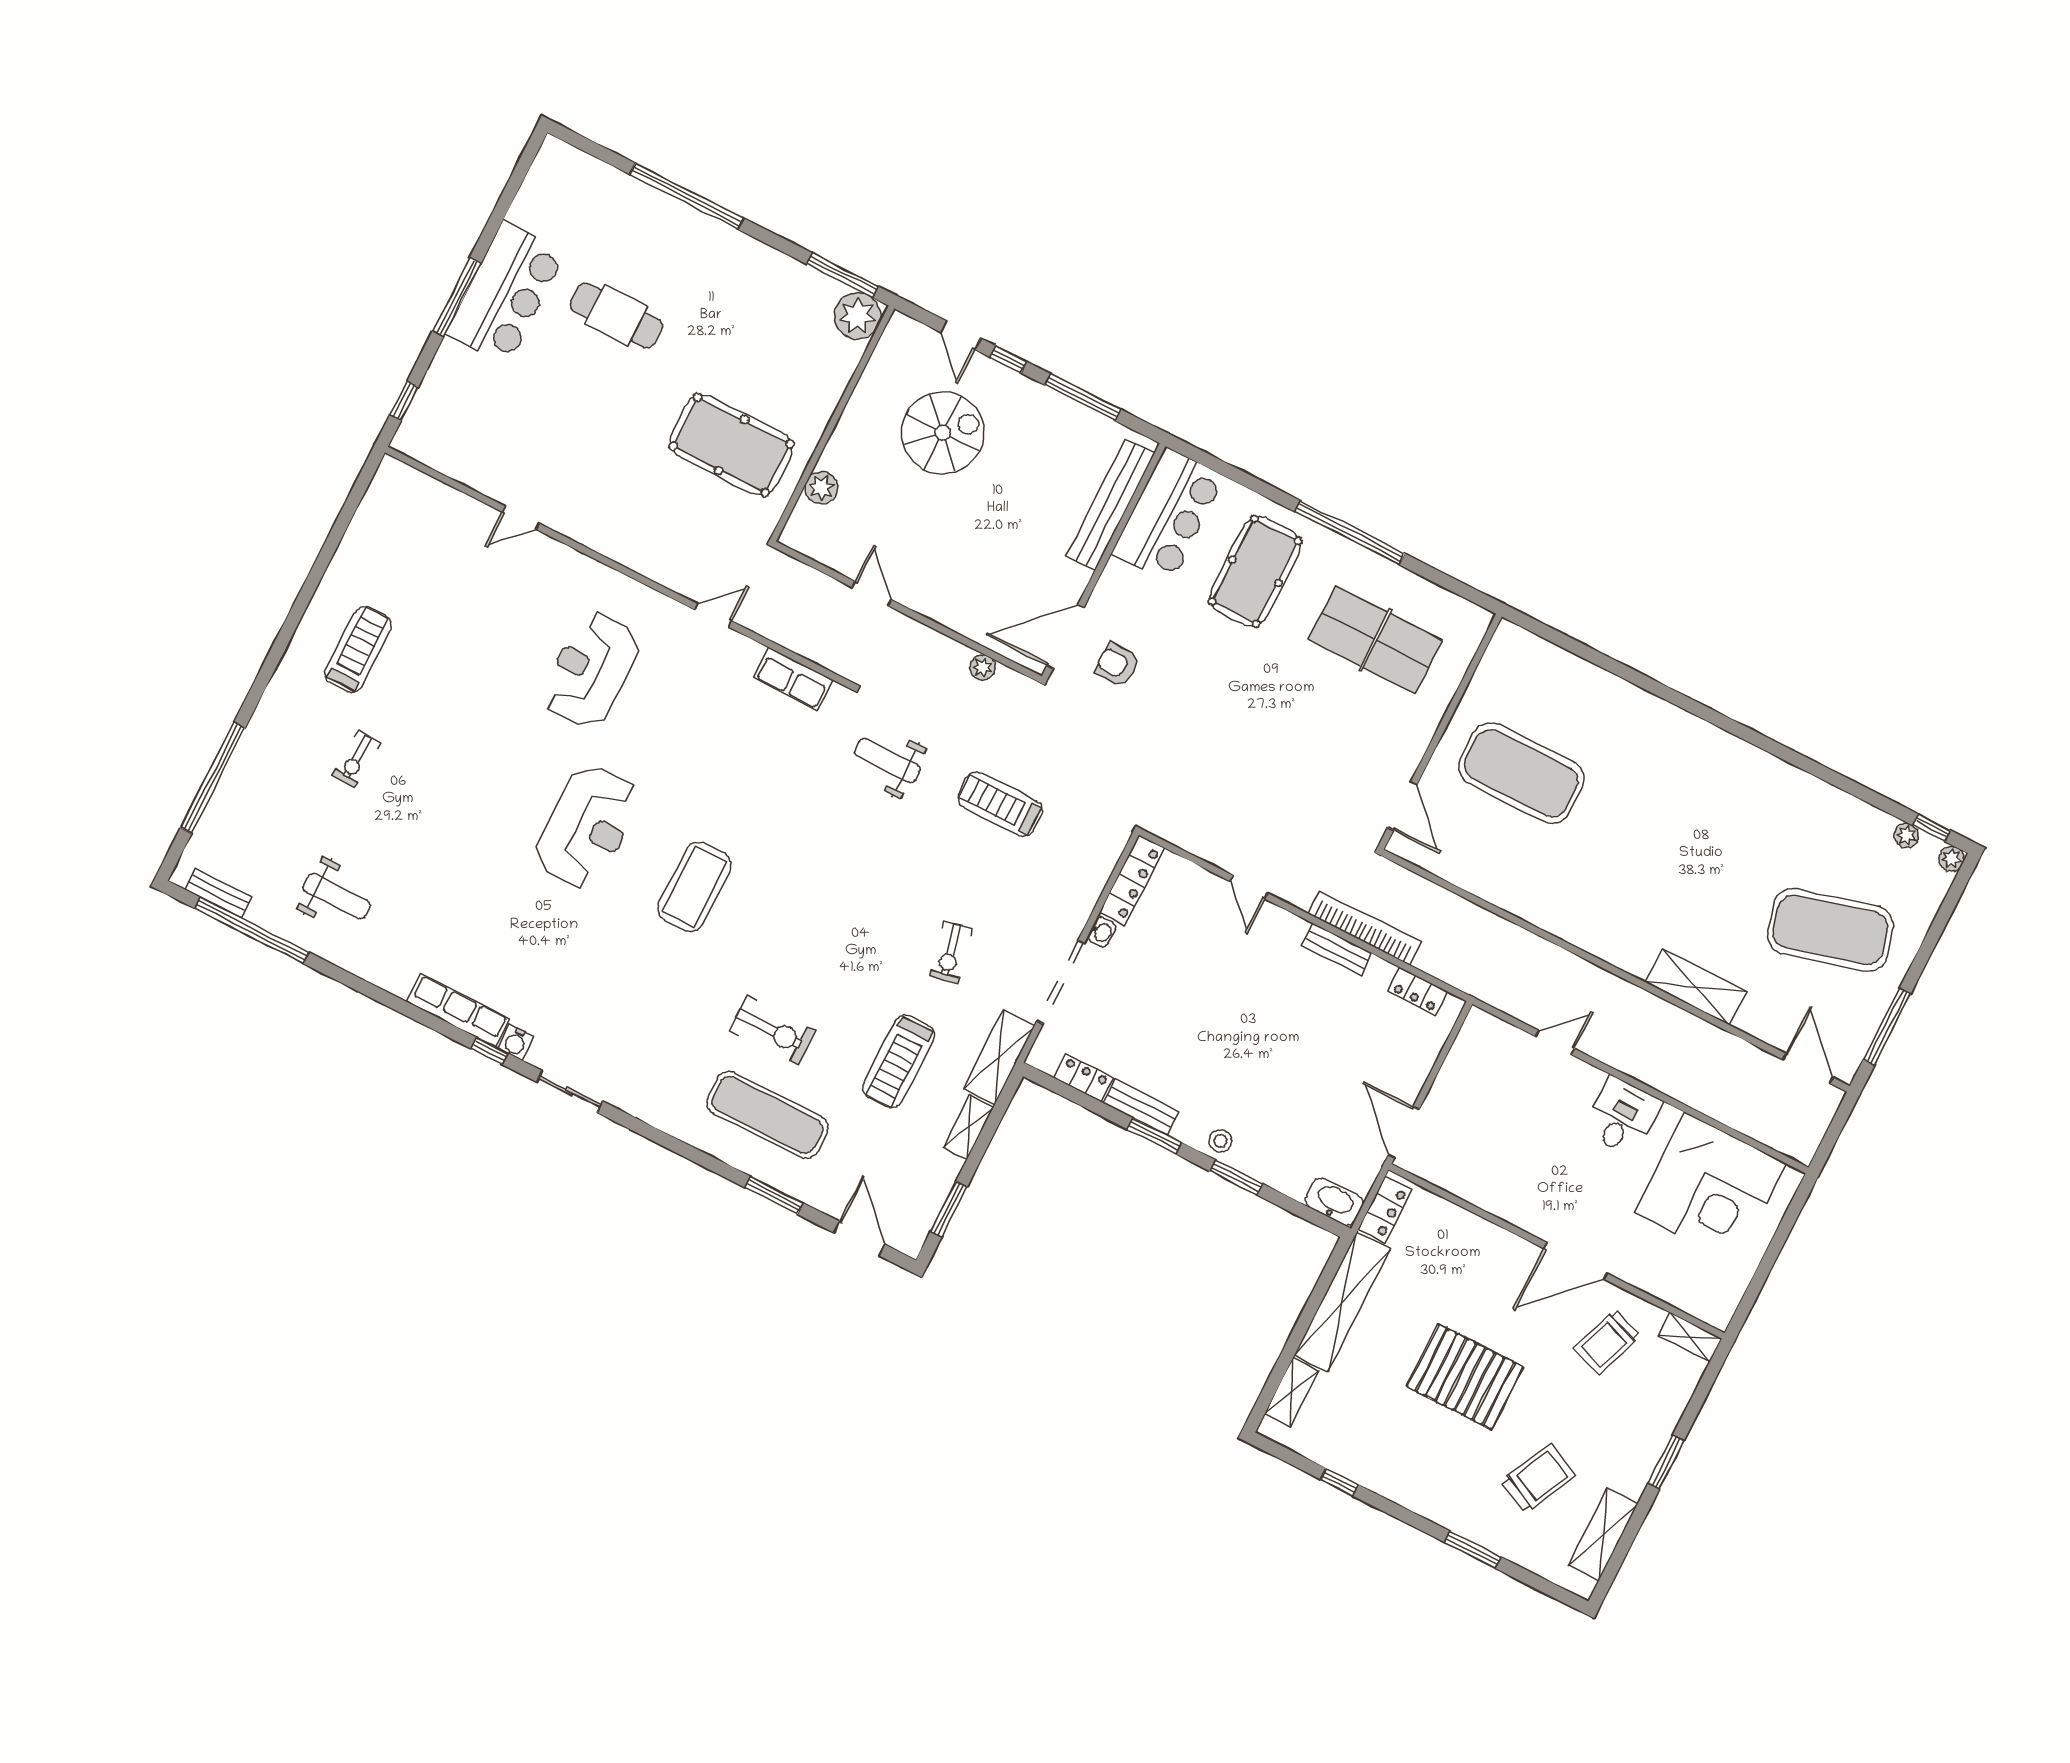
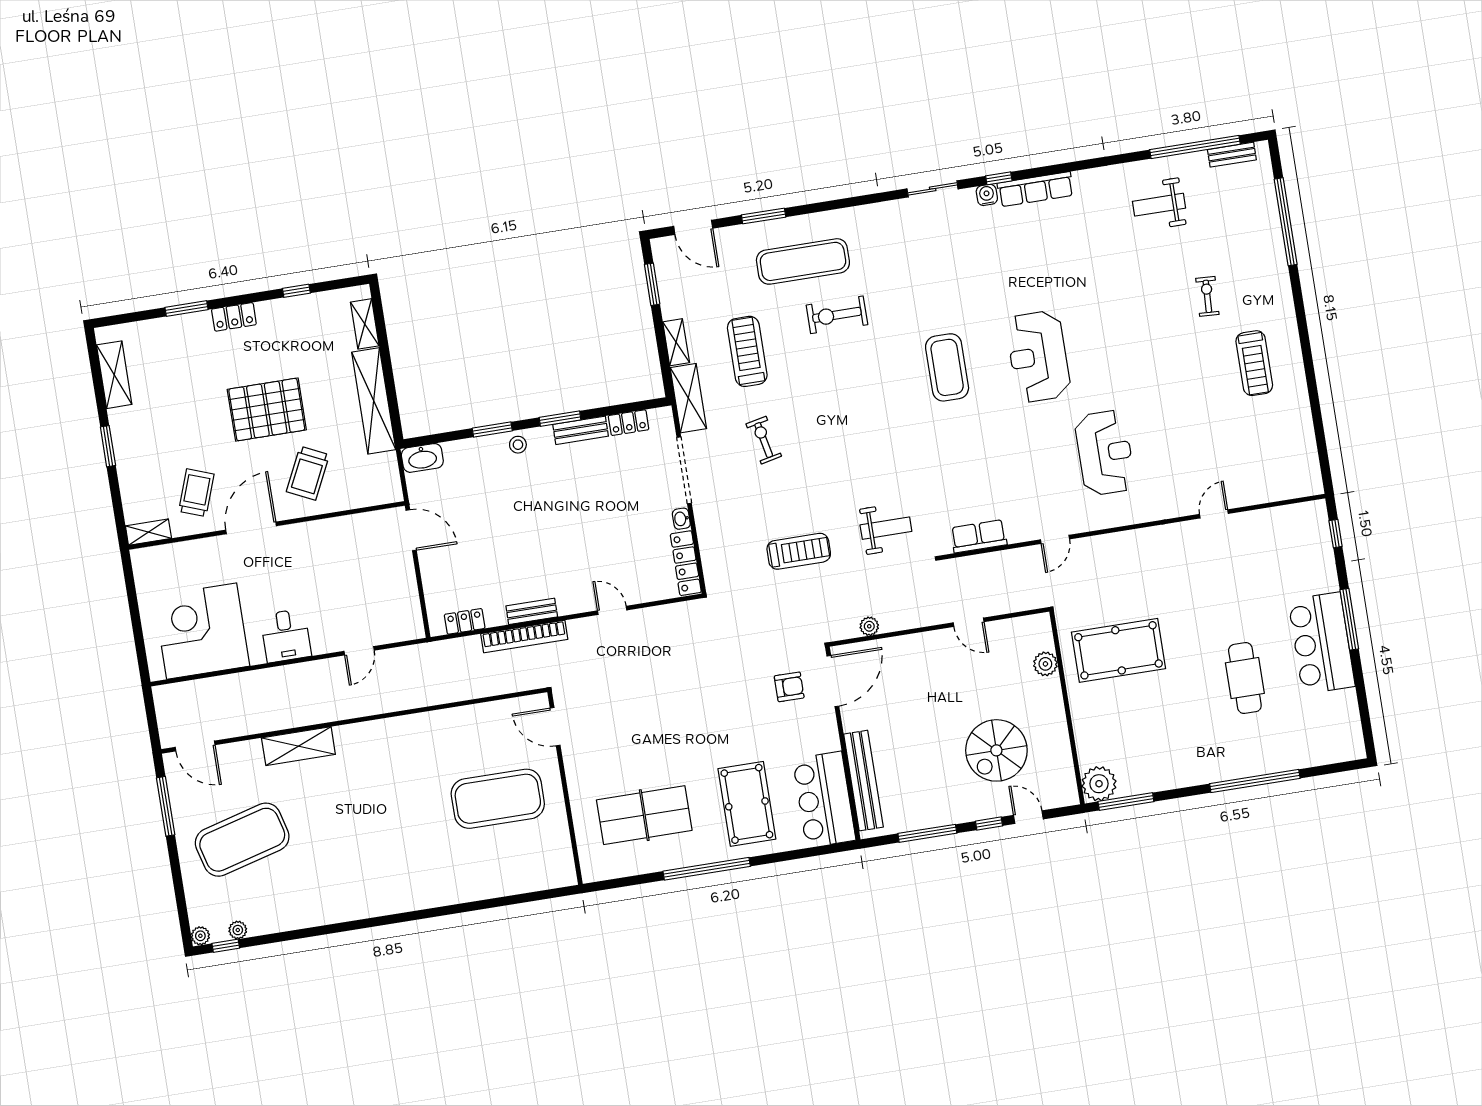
cafe table: (616, 315) -> (1245, 678), turned 90
locker: (1385, 1210) -> (234, 317), moved, turned -90
trolley: (1538, 1479) -> (308, 473), moved

